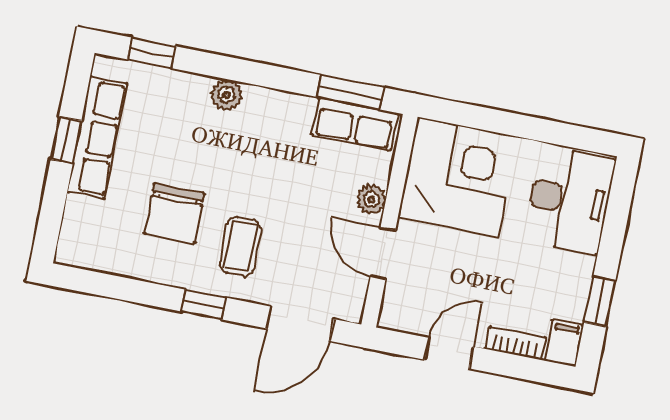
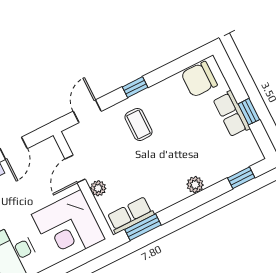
row of seats: (97, 138) -> (232, 114), width x0.68
chair: (174, 213) -> (199, 79), moved, turned -90
door: (383, 253) -> (75, 169), swing flipped
door: (300, 324) -> (87, 111), width x0.73

